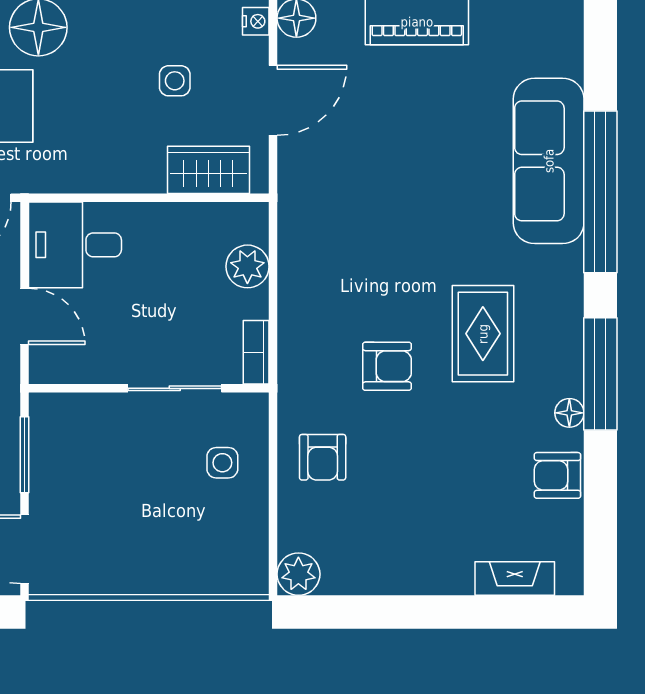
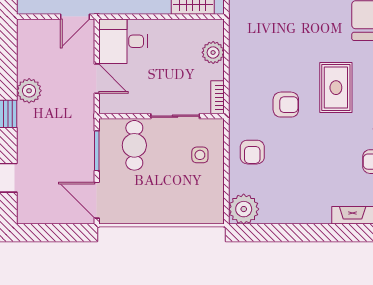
cafe table: (97, 444) -> (134, 145), added
plant: (298, 574) -> (244, 209), width x1.36, depth x1.36

